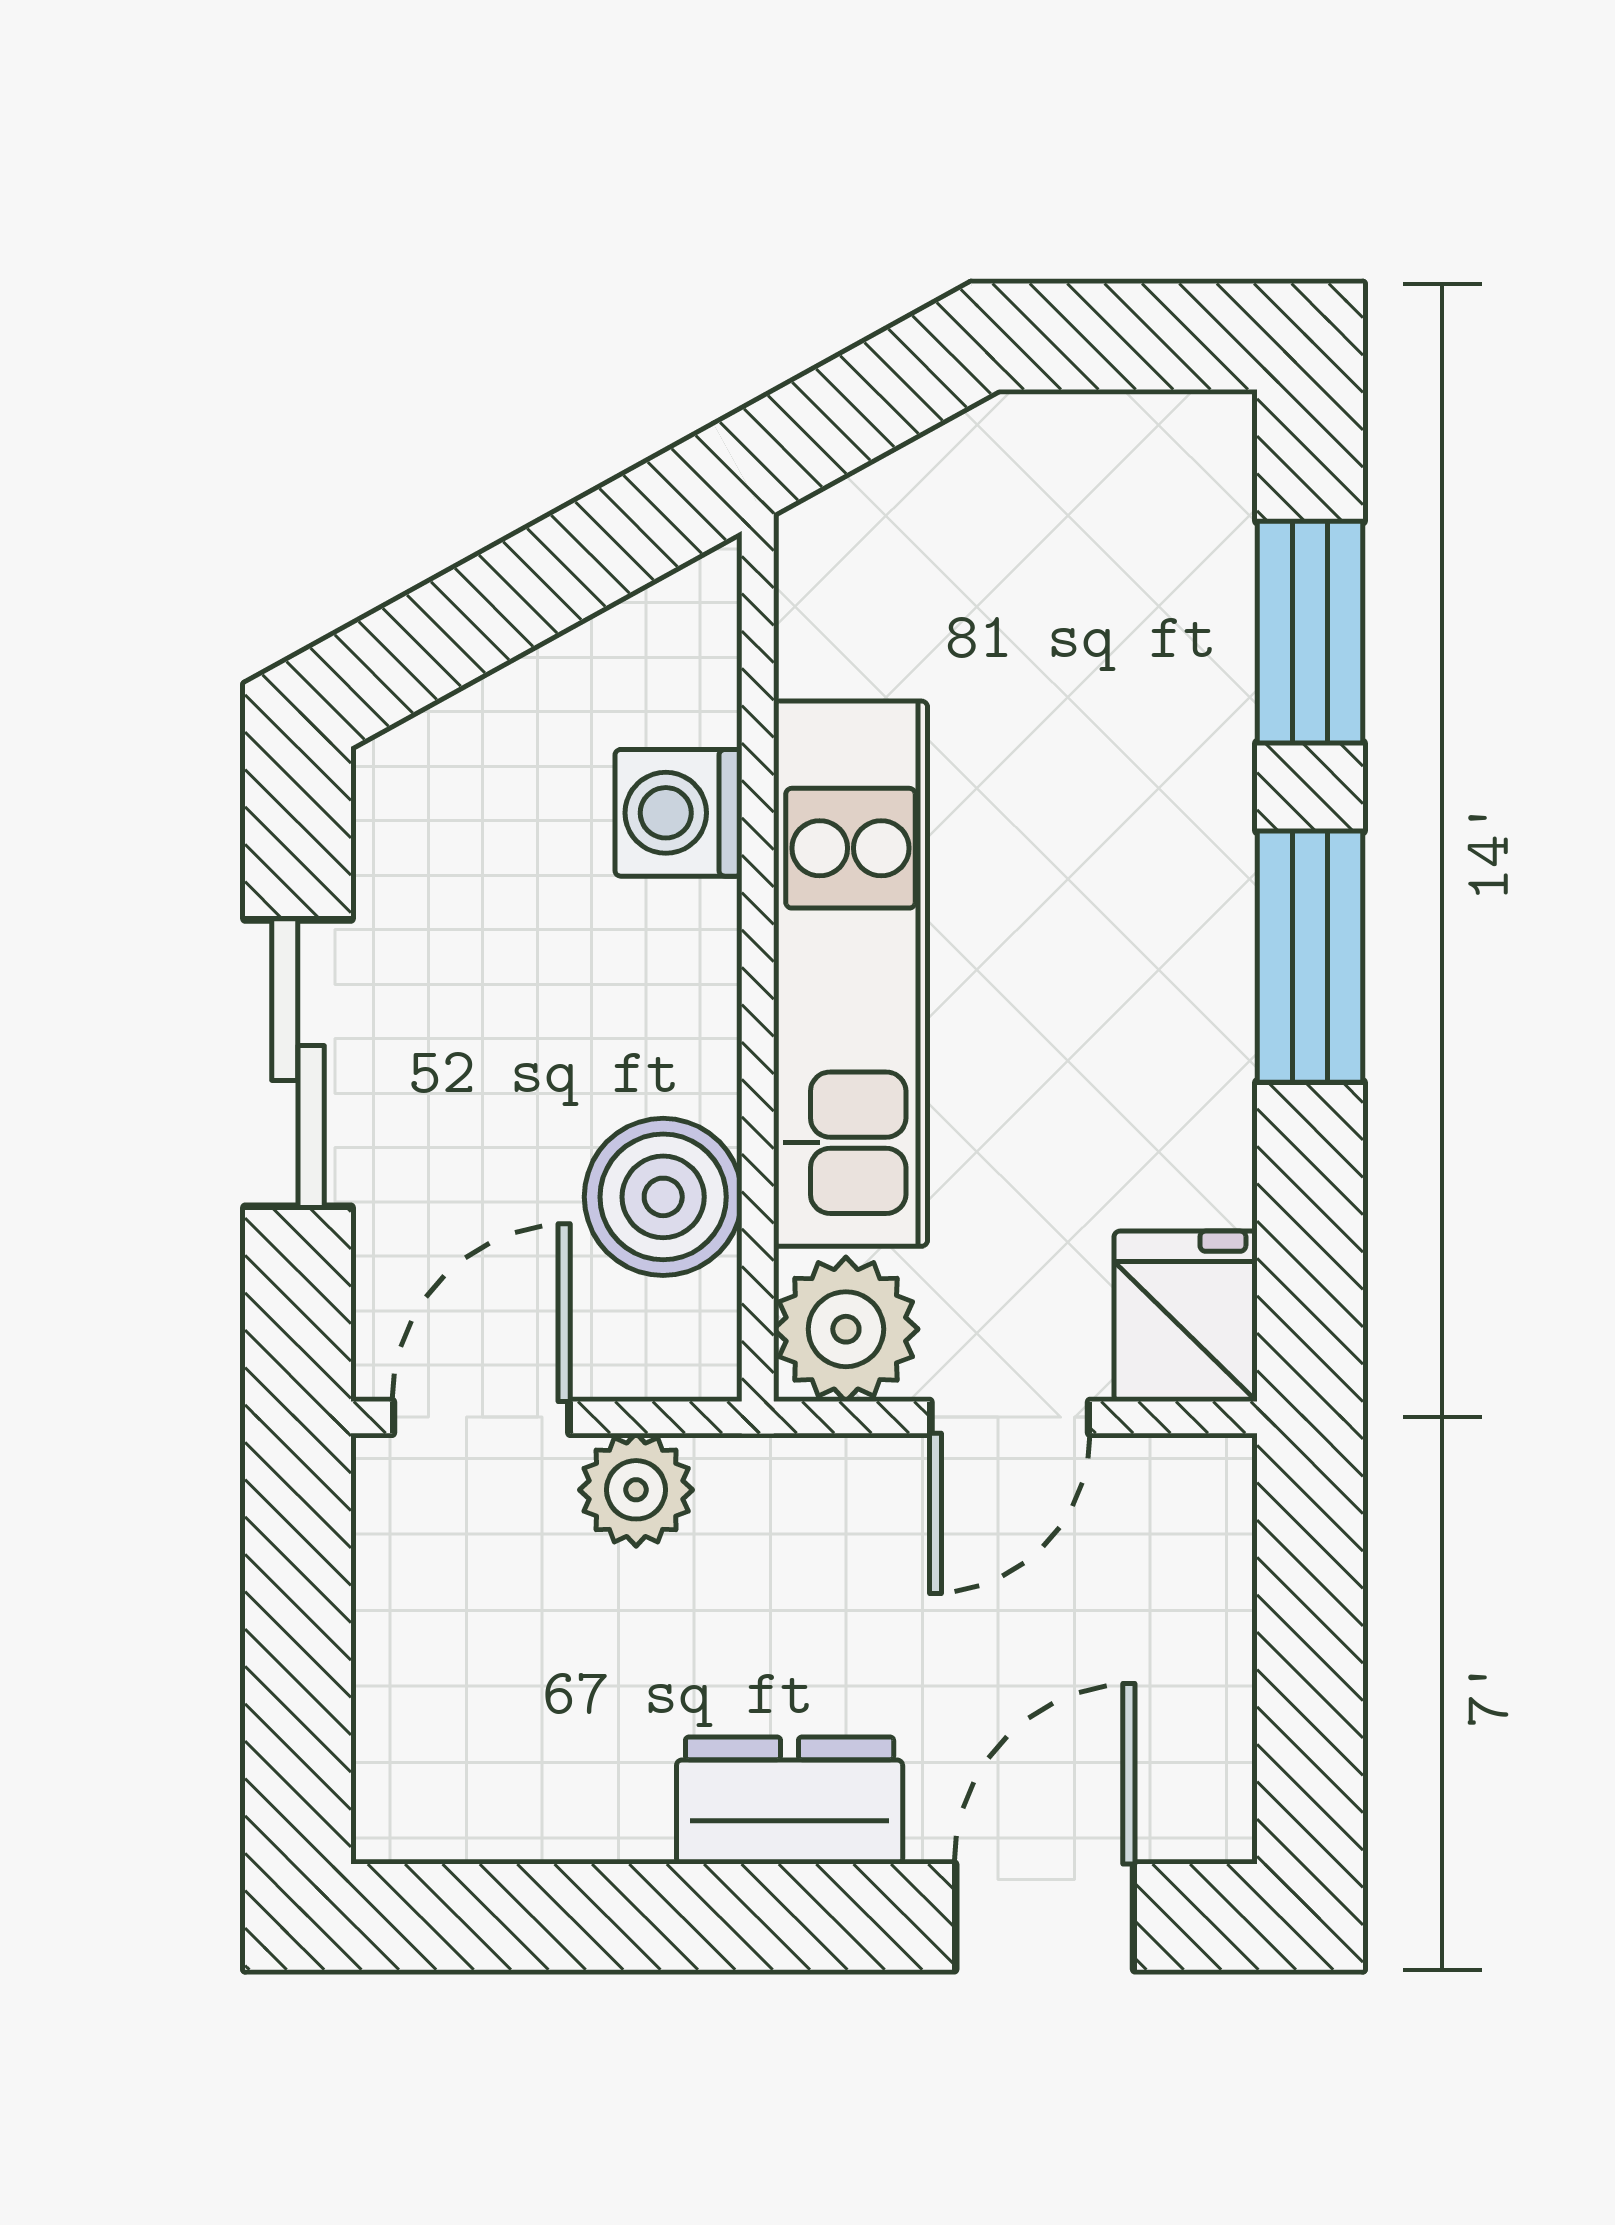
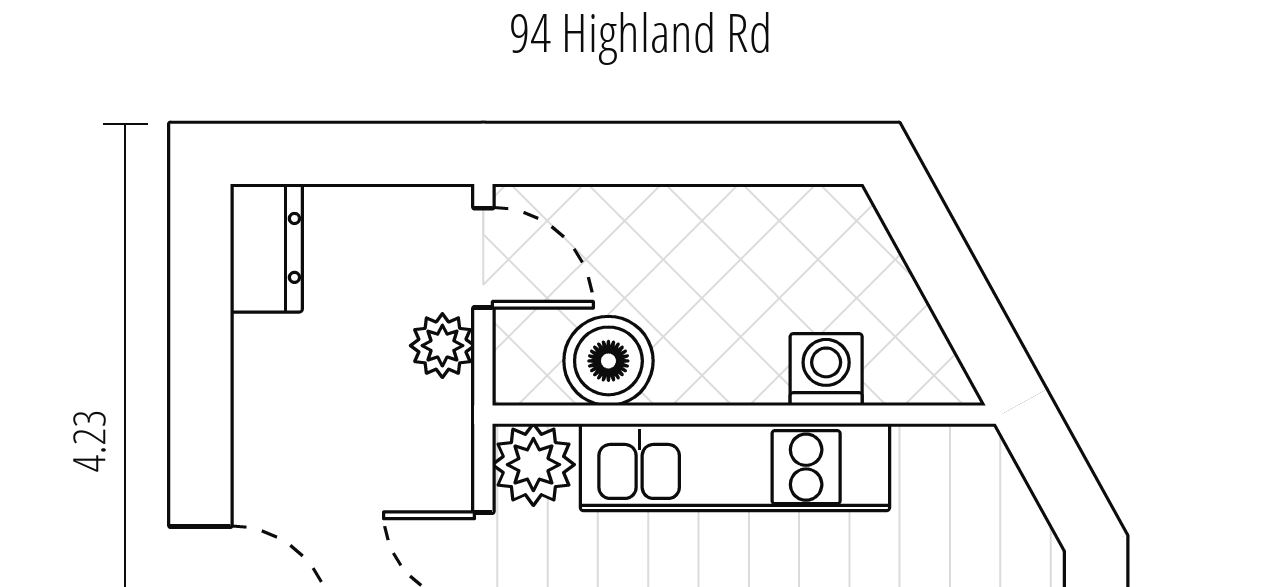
sliding door: (298, 1063) -> (684, 154), removed
dresser: (790, 1800) -> (266, 248), moved

